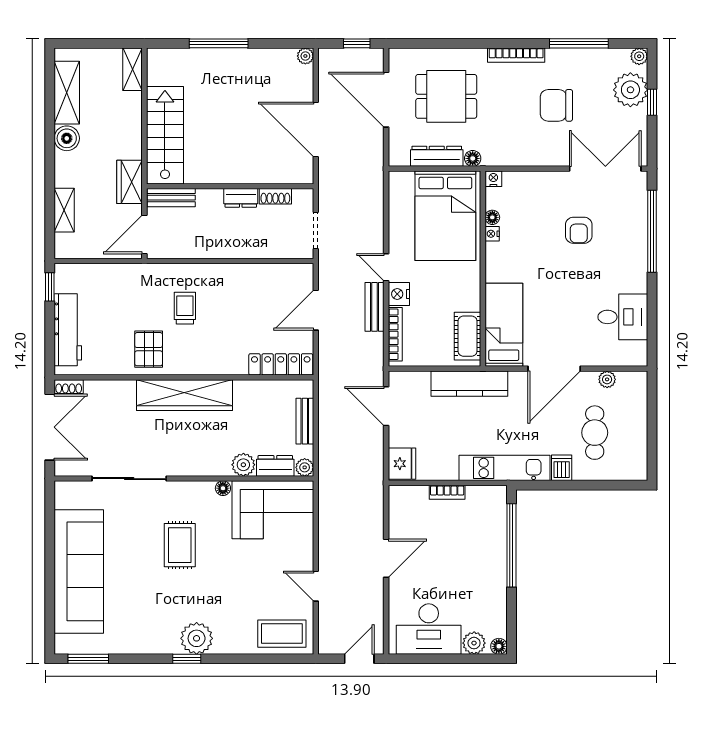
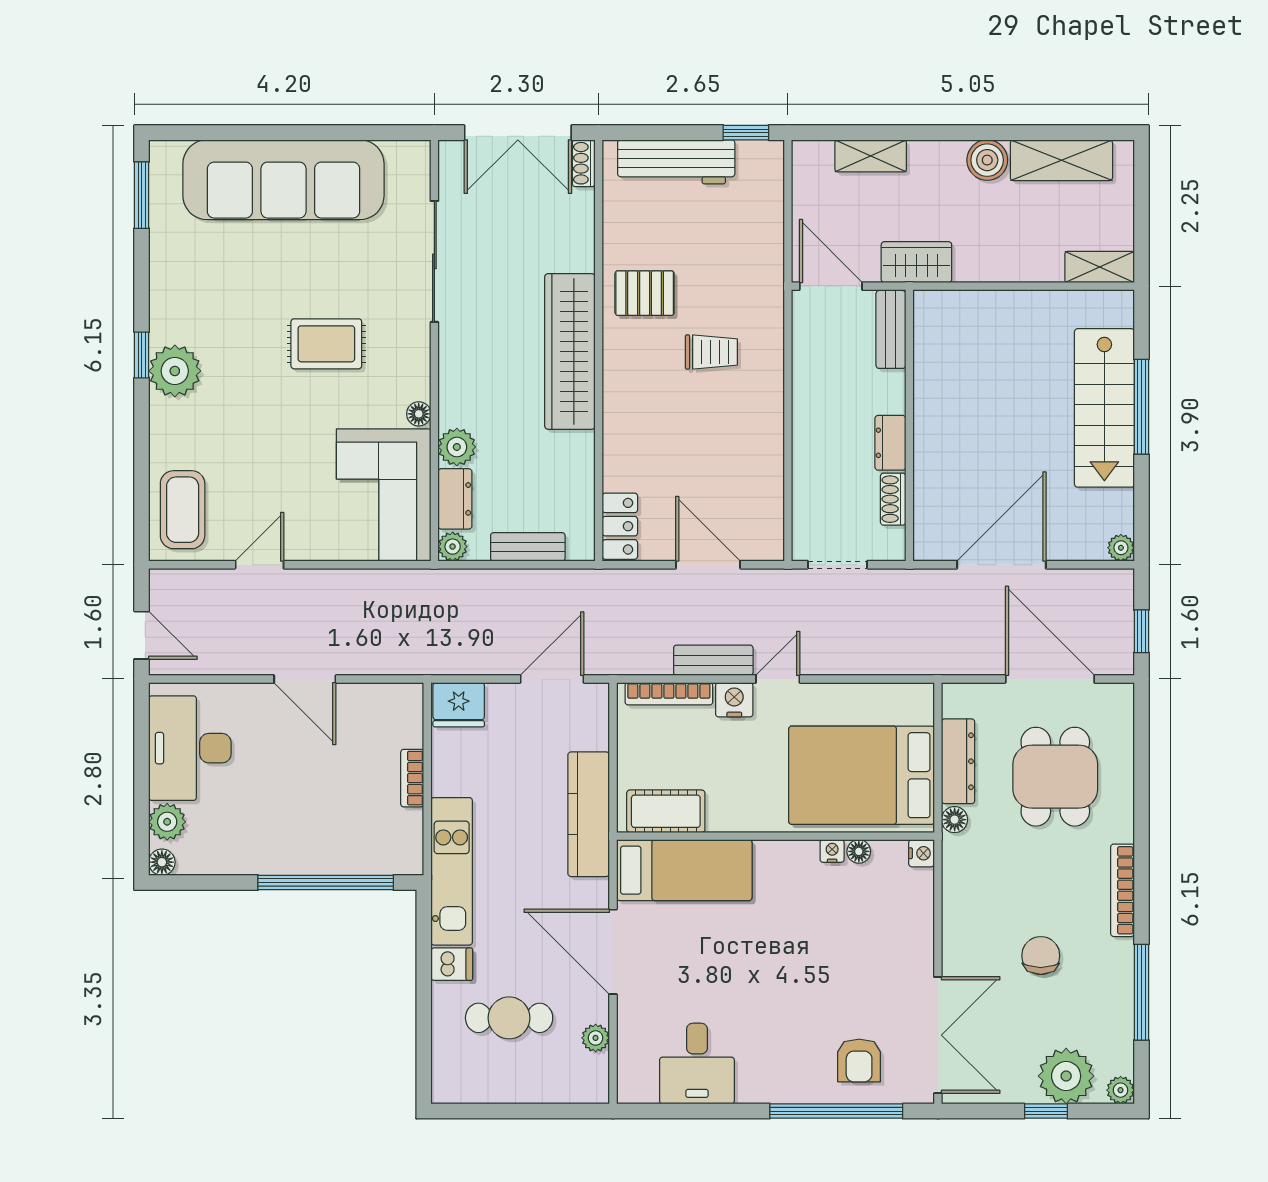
door: (386, 100) -> (1050, 679), hinge flipped
chair: (556, 105) -> (1041, 956), width x0.73, depth x0.73
stairs: (165, 135) -> (1104, 408), moved, turned 90
armchair: (579, 230) -> (859, 1060), moved, turned -90
locker: (281, 364) -> (620, 526), width x0.66

